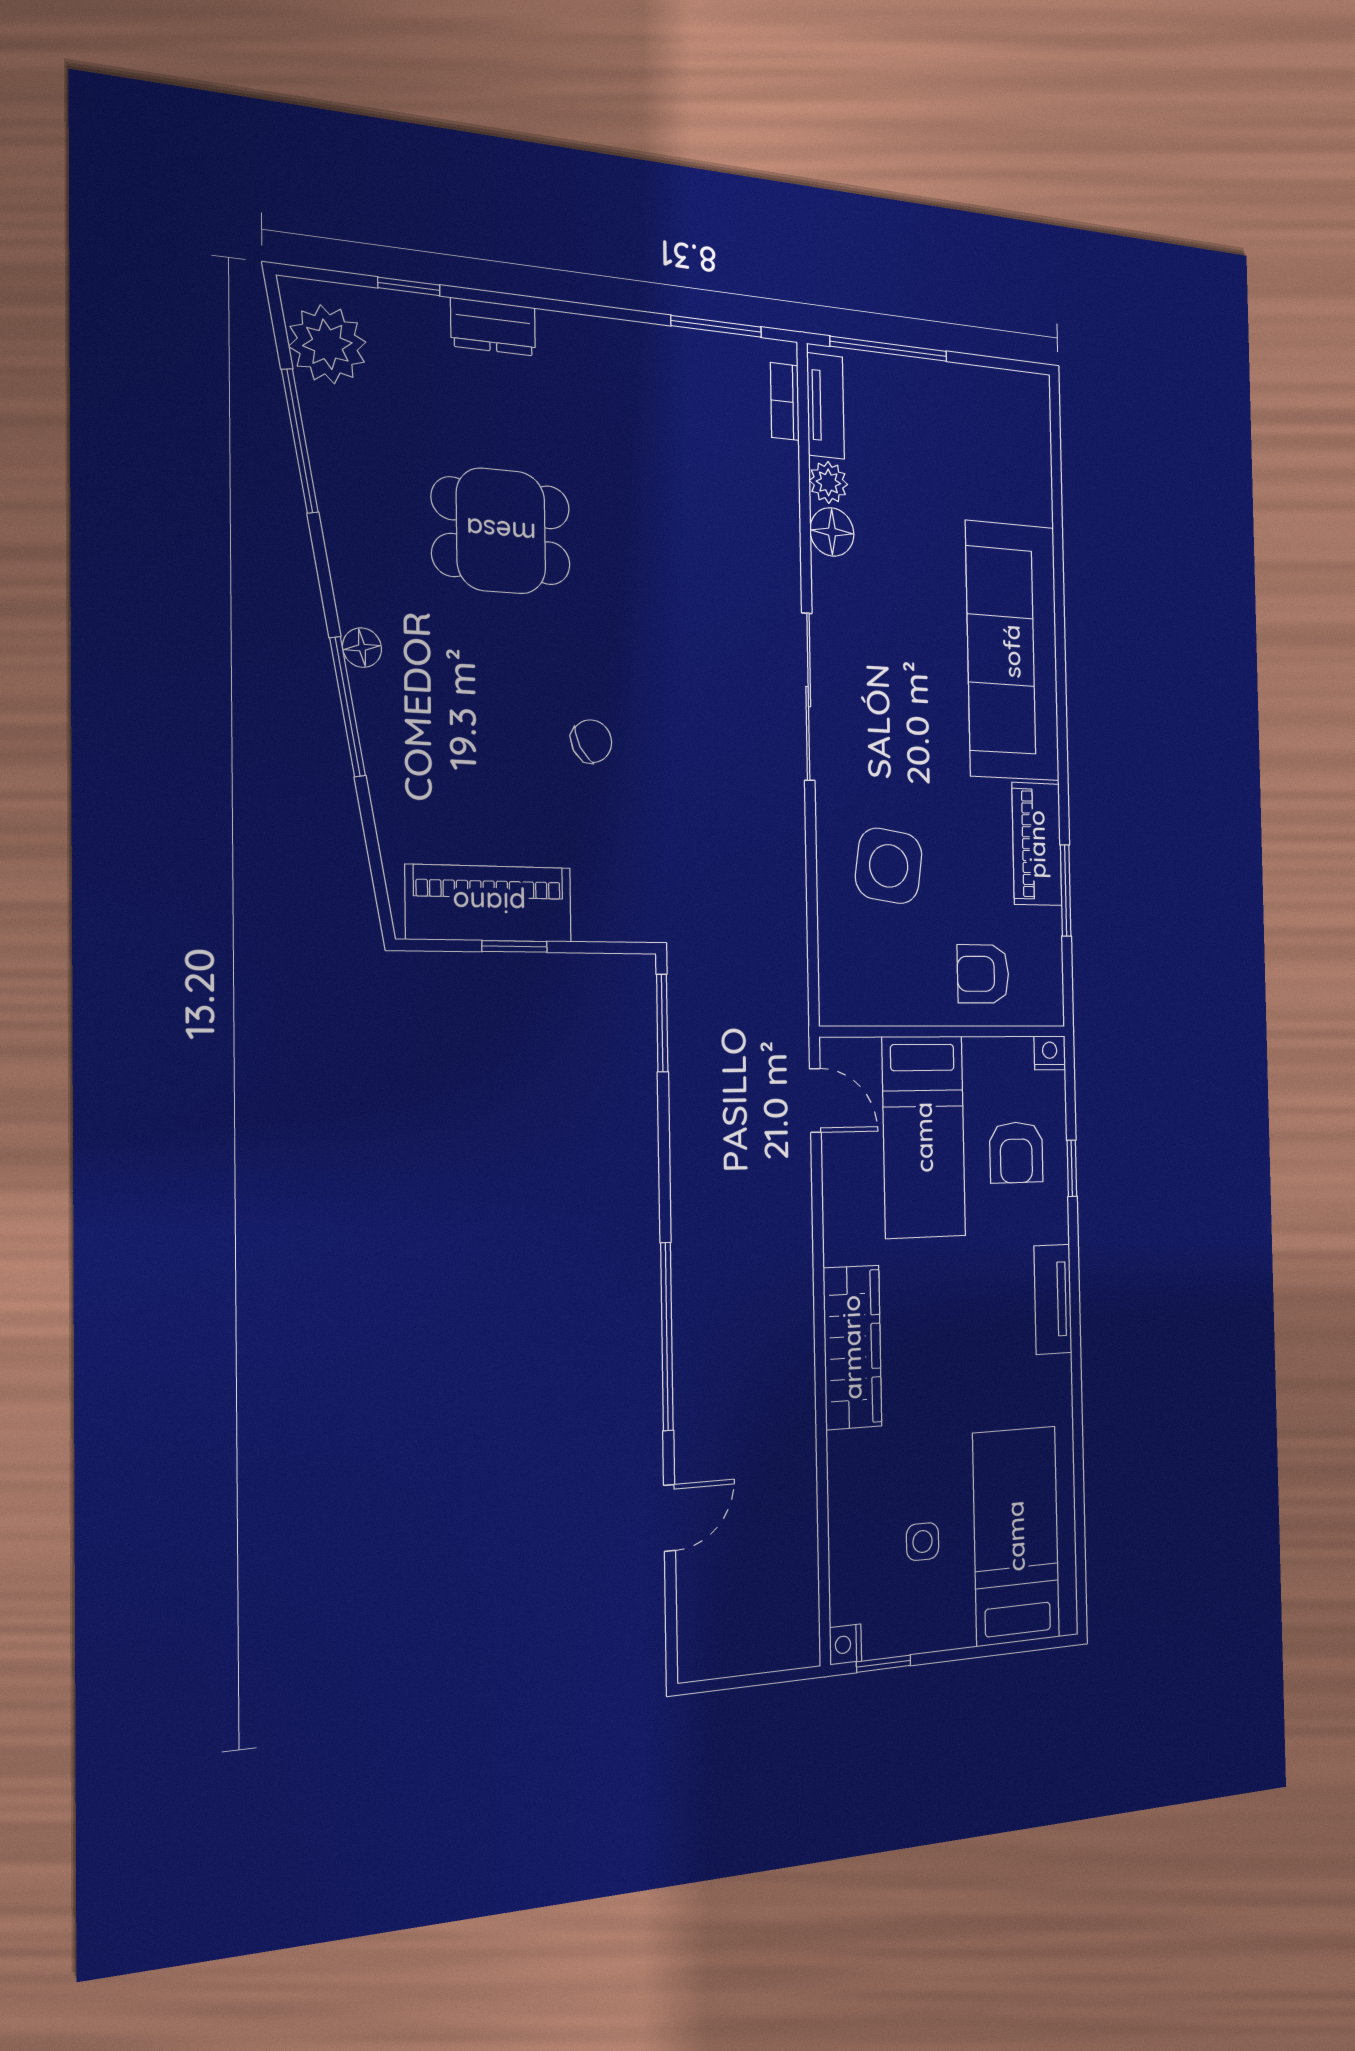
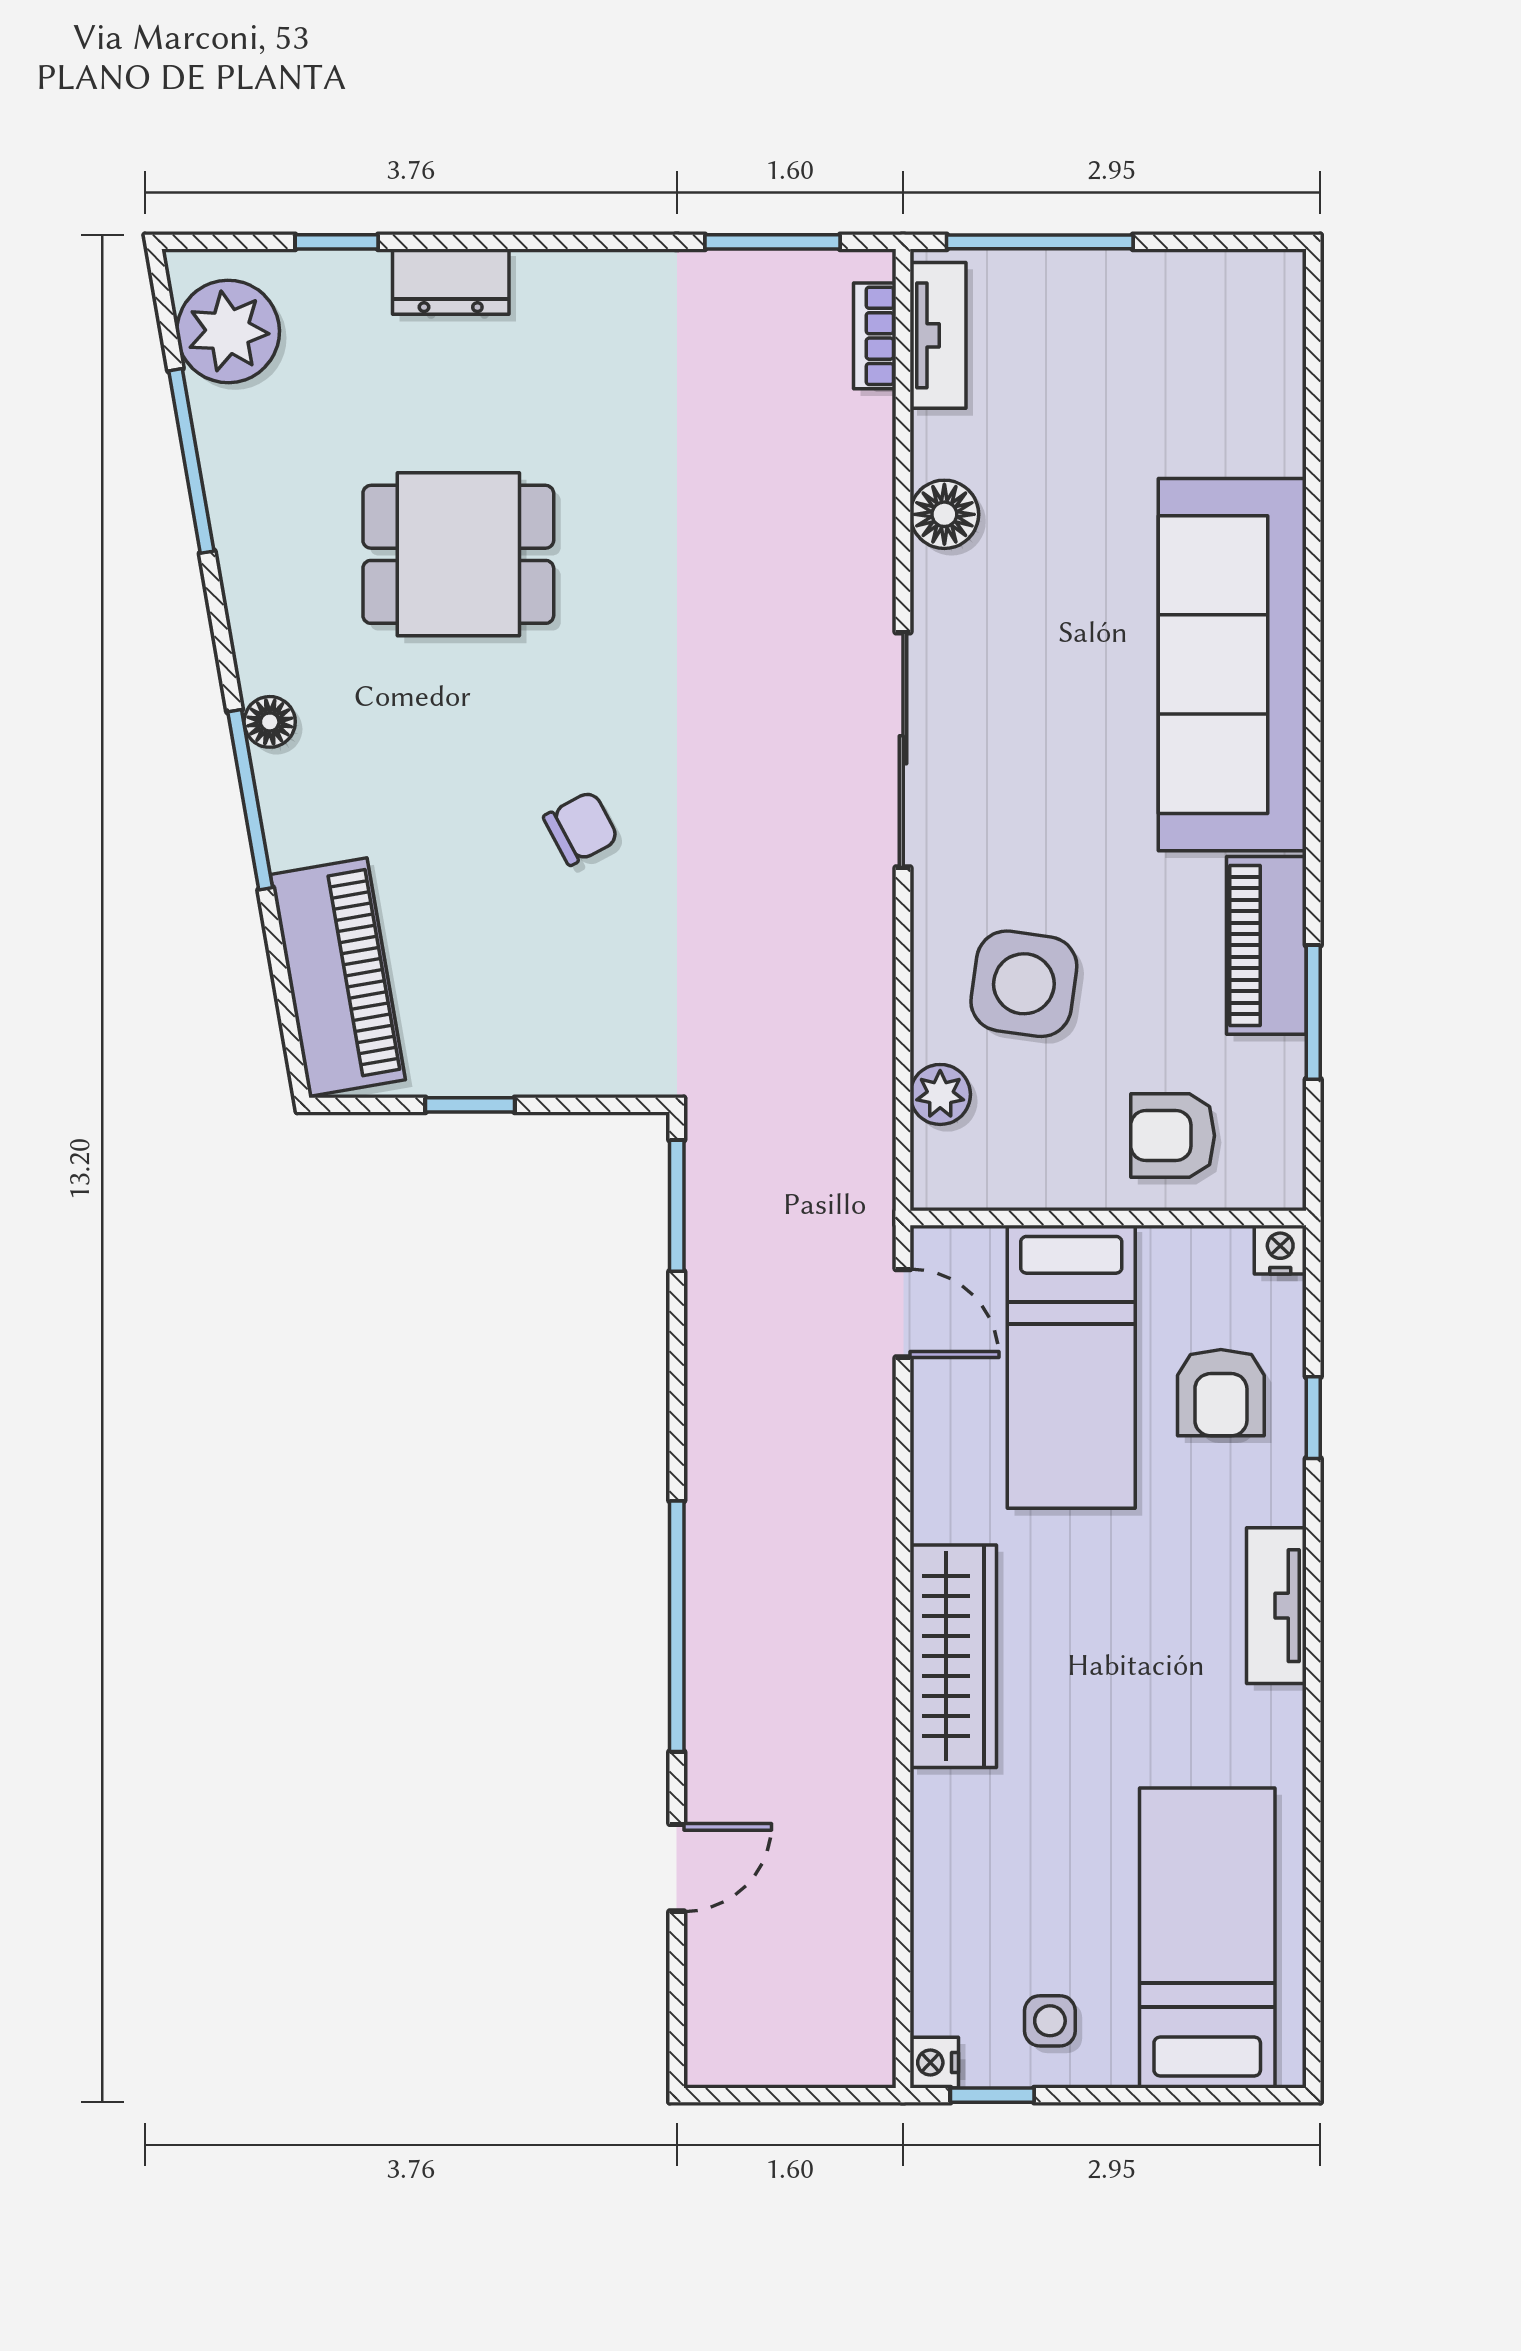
plant: (828, 482) -> (940, 1094), moved
piano: (489, 903) -> (338, 977), moved, turned 80
side table: (923, 1542) -> (1050, 2021), moved

